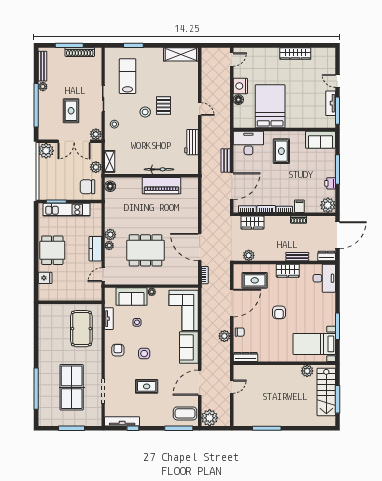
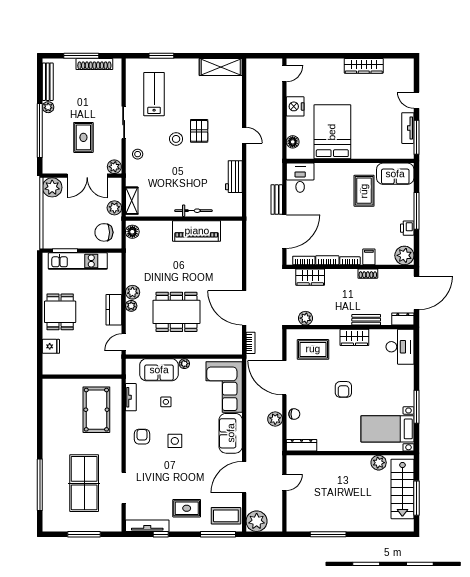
floor lamp: (238, 100) -> (293, 142), moved
desk: (248, 143) -> (300, 178), width x0.73
rug: (281, 151) -> (364, 191), moved
door: (232, 303) -> (284, 378), swing flipped
rug: (147, 386) -> (187, 508), moved

